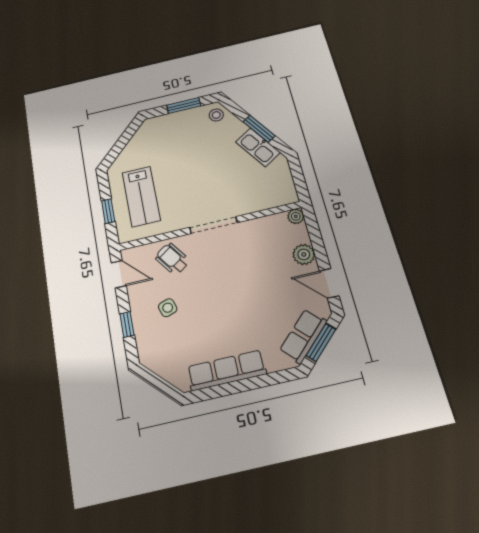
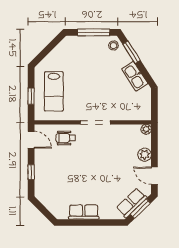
window: (184, 106) -> (94, 32), width x1.44
window: (259, 129) -> (132, 52), moved
wheelchair: (172, 259) -> (66, 138), turned -55
side table: (168, 308) -> (57, 168), removed
row of seats: (227, 370) -> (84, 212), width x0.68

